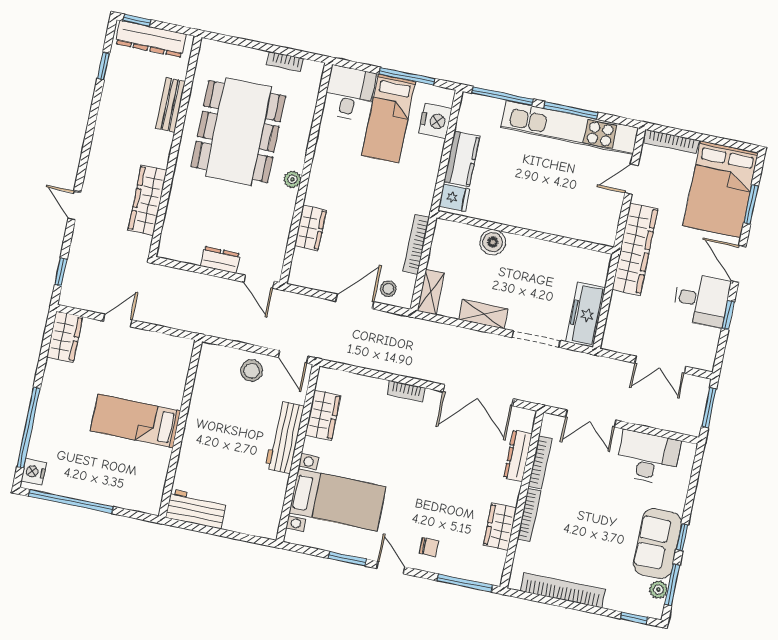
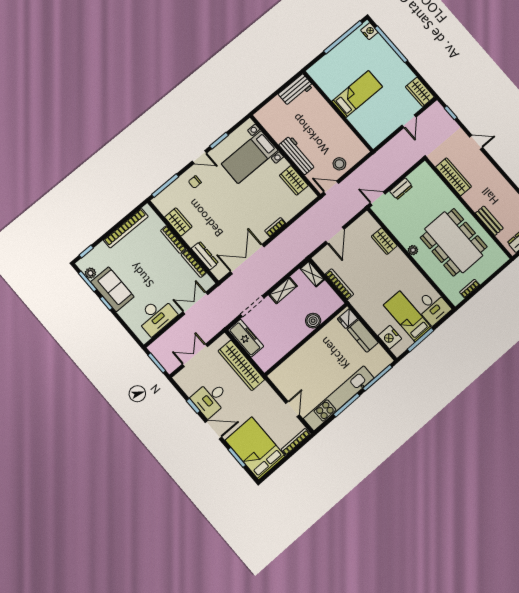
wardrobe: (635, 249) -> (241, 365), moved
stool: (388, 289) -> (329, 255), removed

